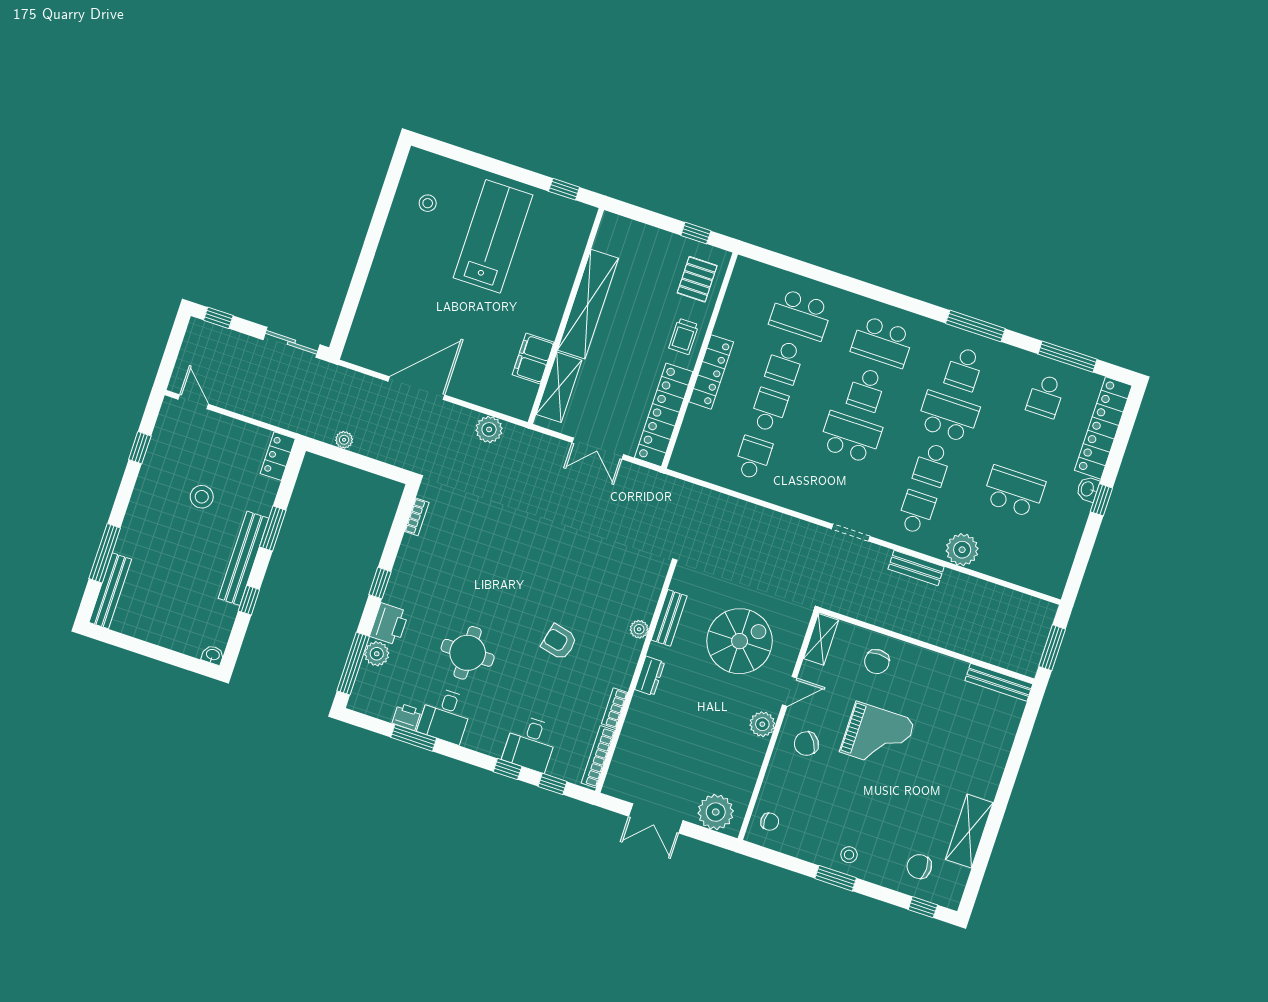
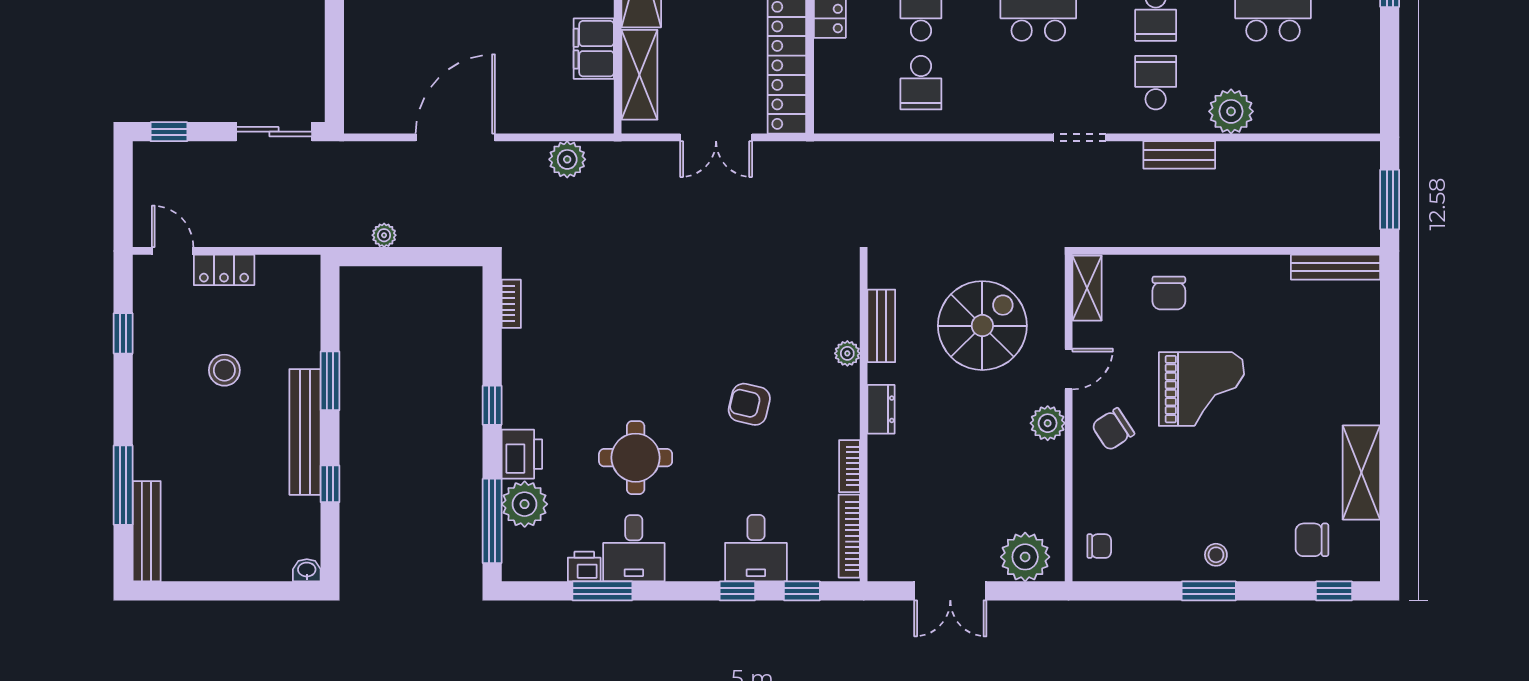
locker: (278, 456) -> (224, 270), moved, turned -90
school desk: (753, 458) -> (921, 83), turned 180
plant: (377, 654) -> (525, 504), width x1.36, depth x1.36

